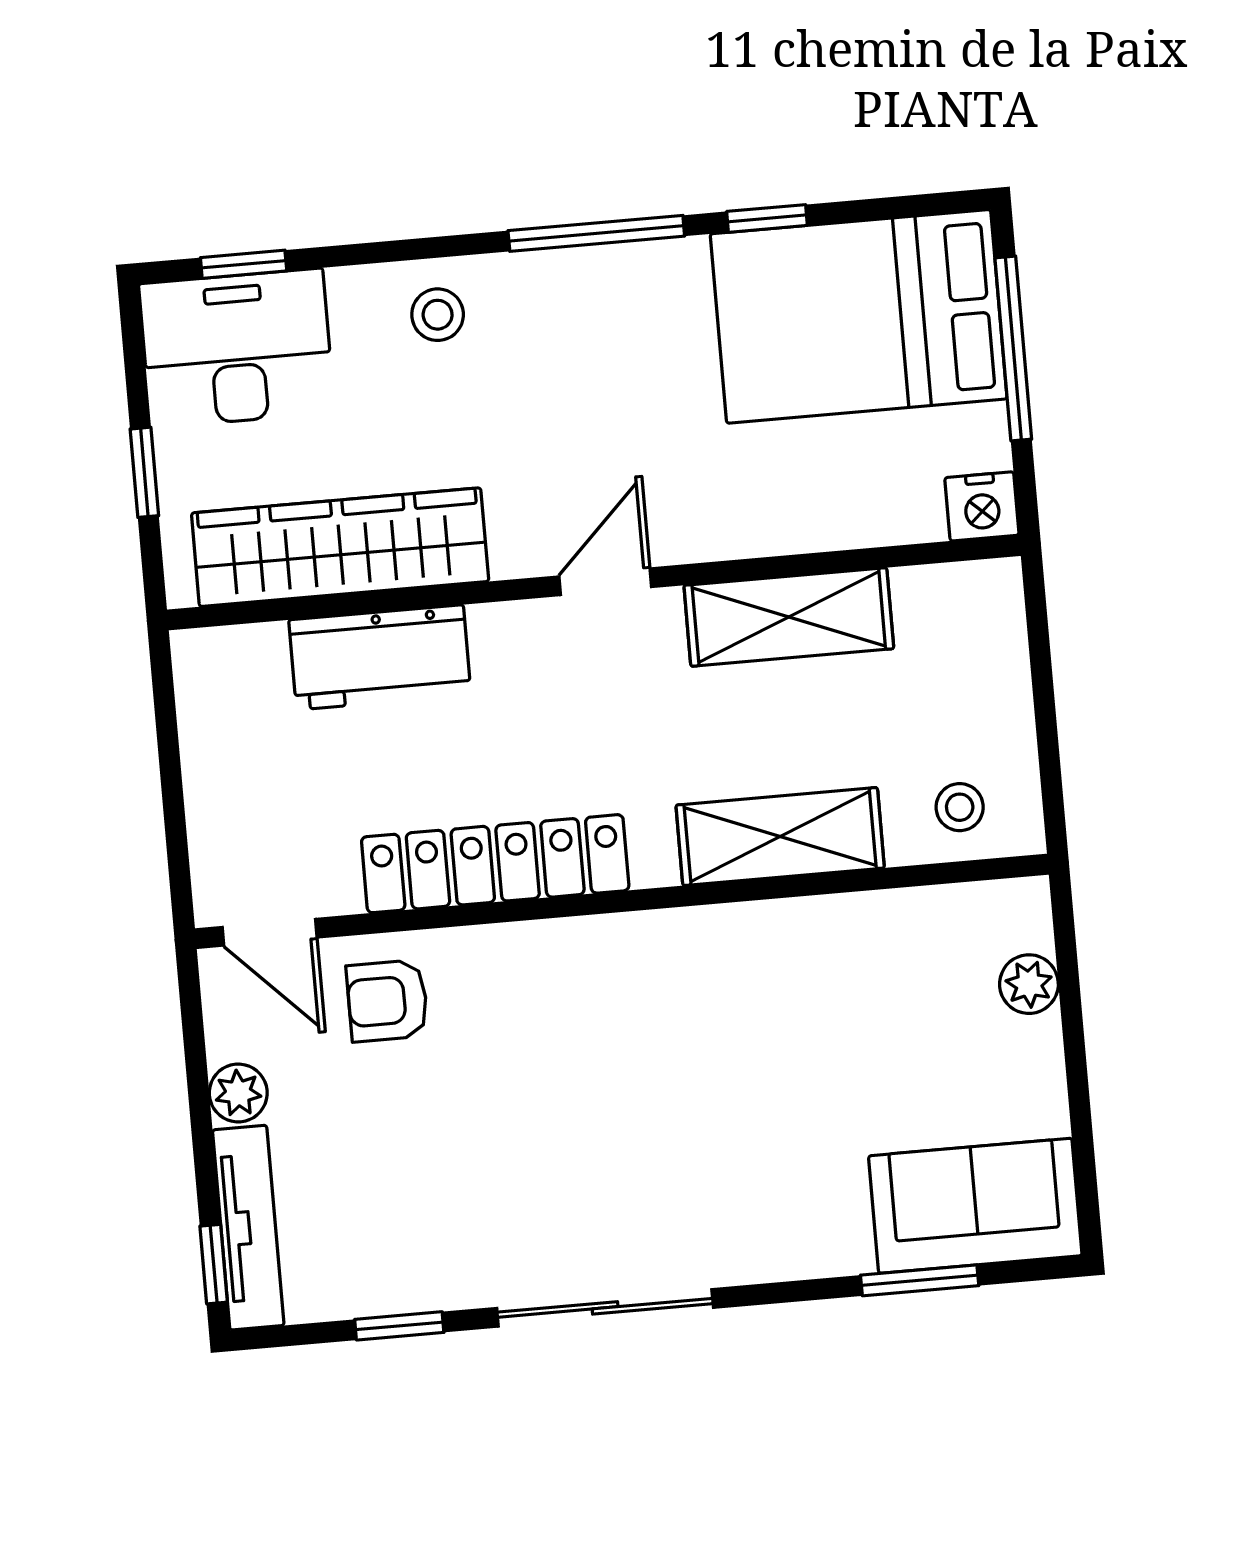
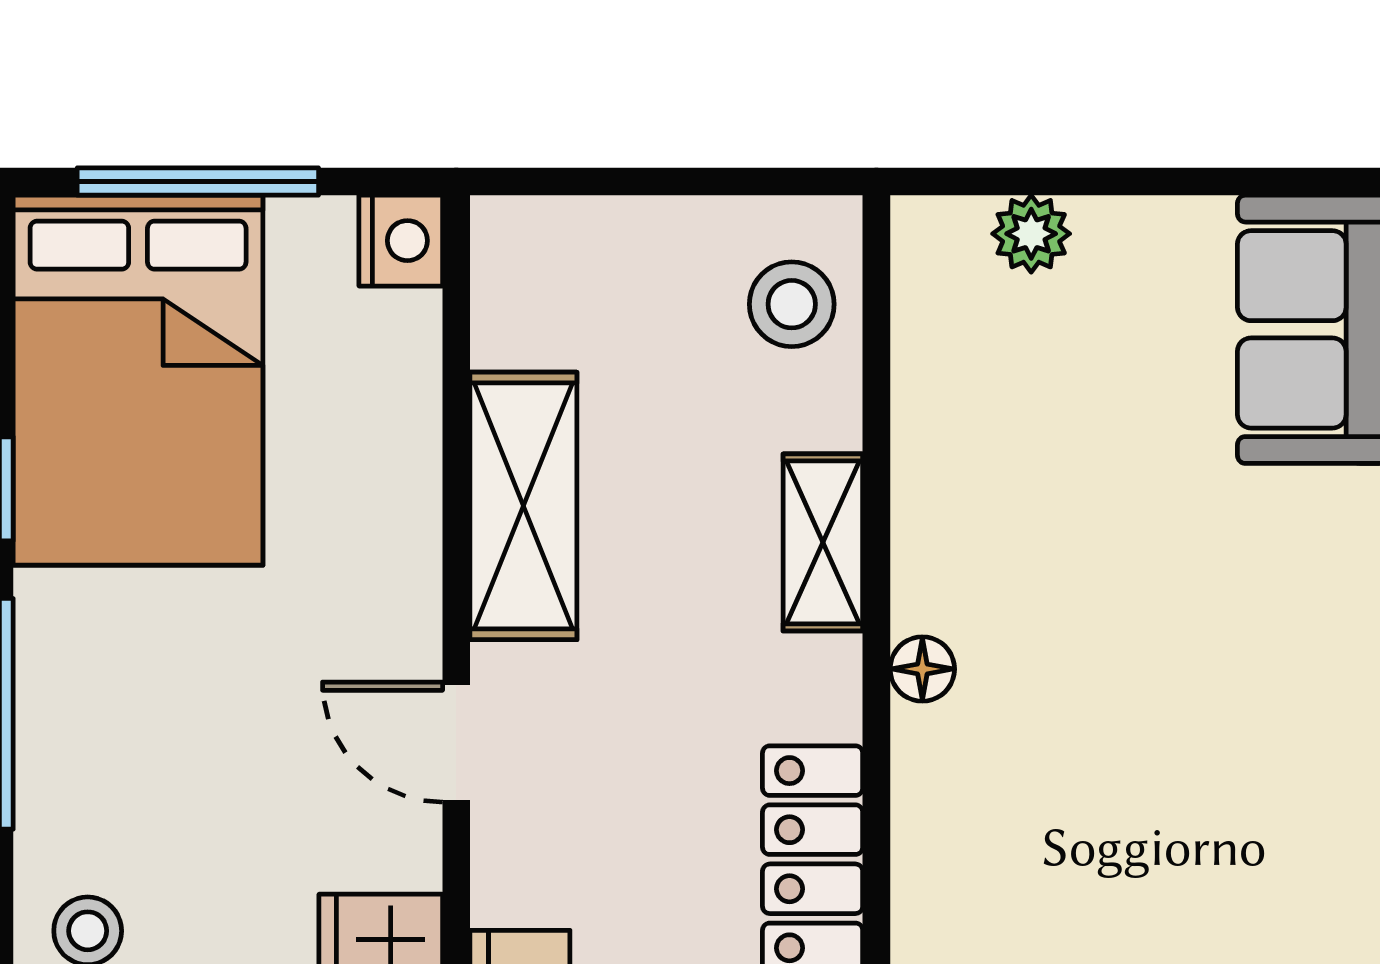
stool: (960, 807) -> (792, 304), width x1.37, depth x1.37
shelving: (780, 837) -> (823, 542), width x0.67, depth x0.75
floor lamp: (692, 930) -> (922, 669), added

